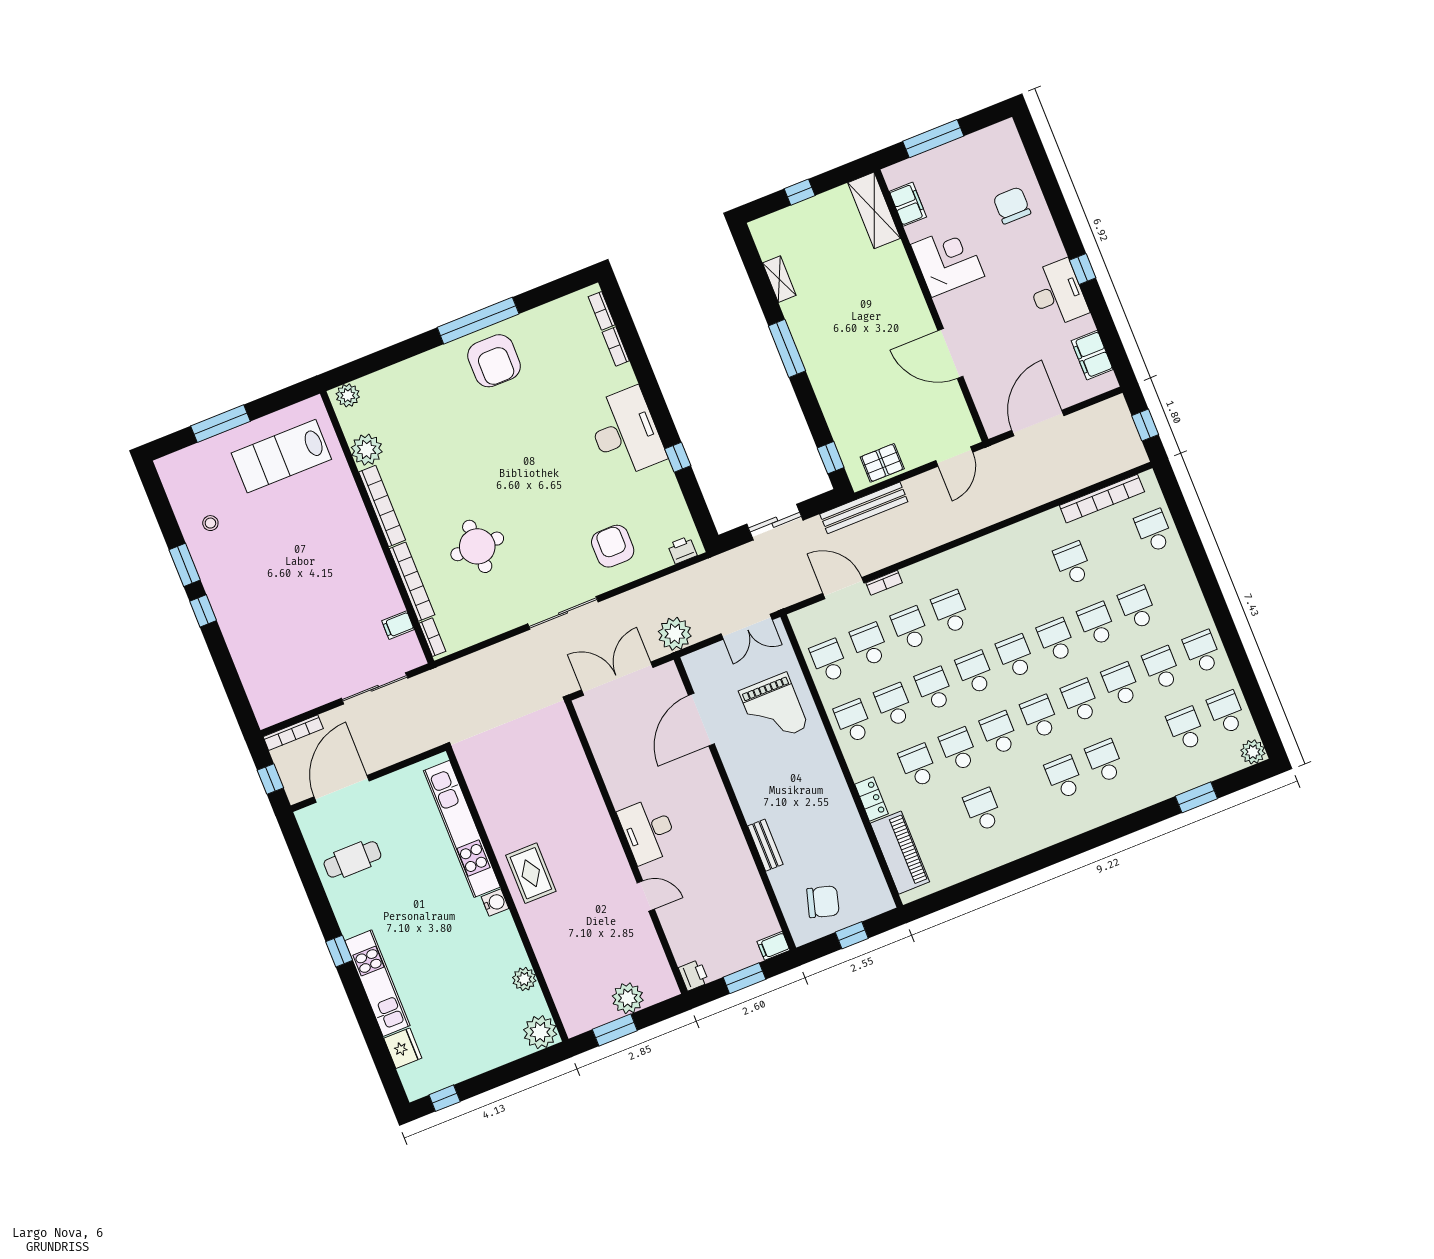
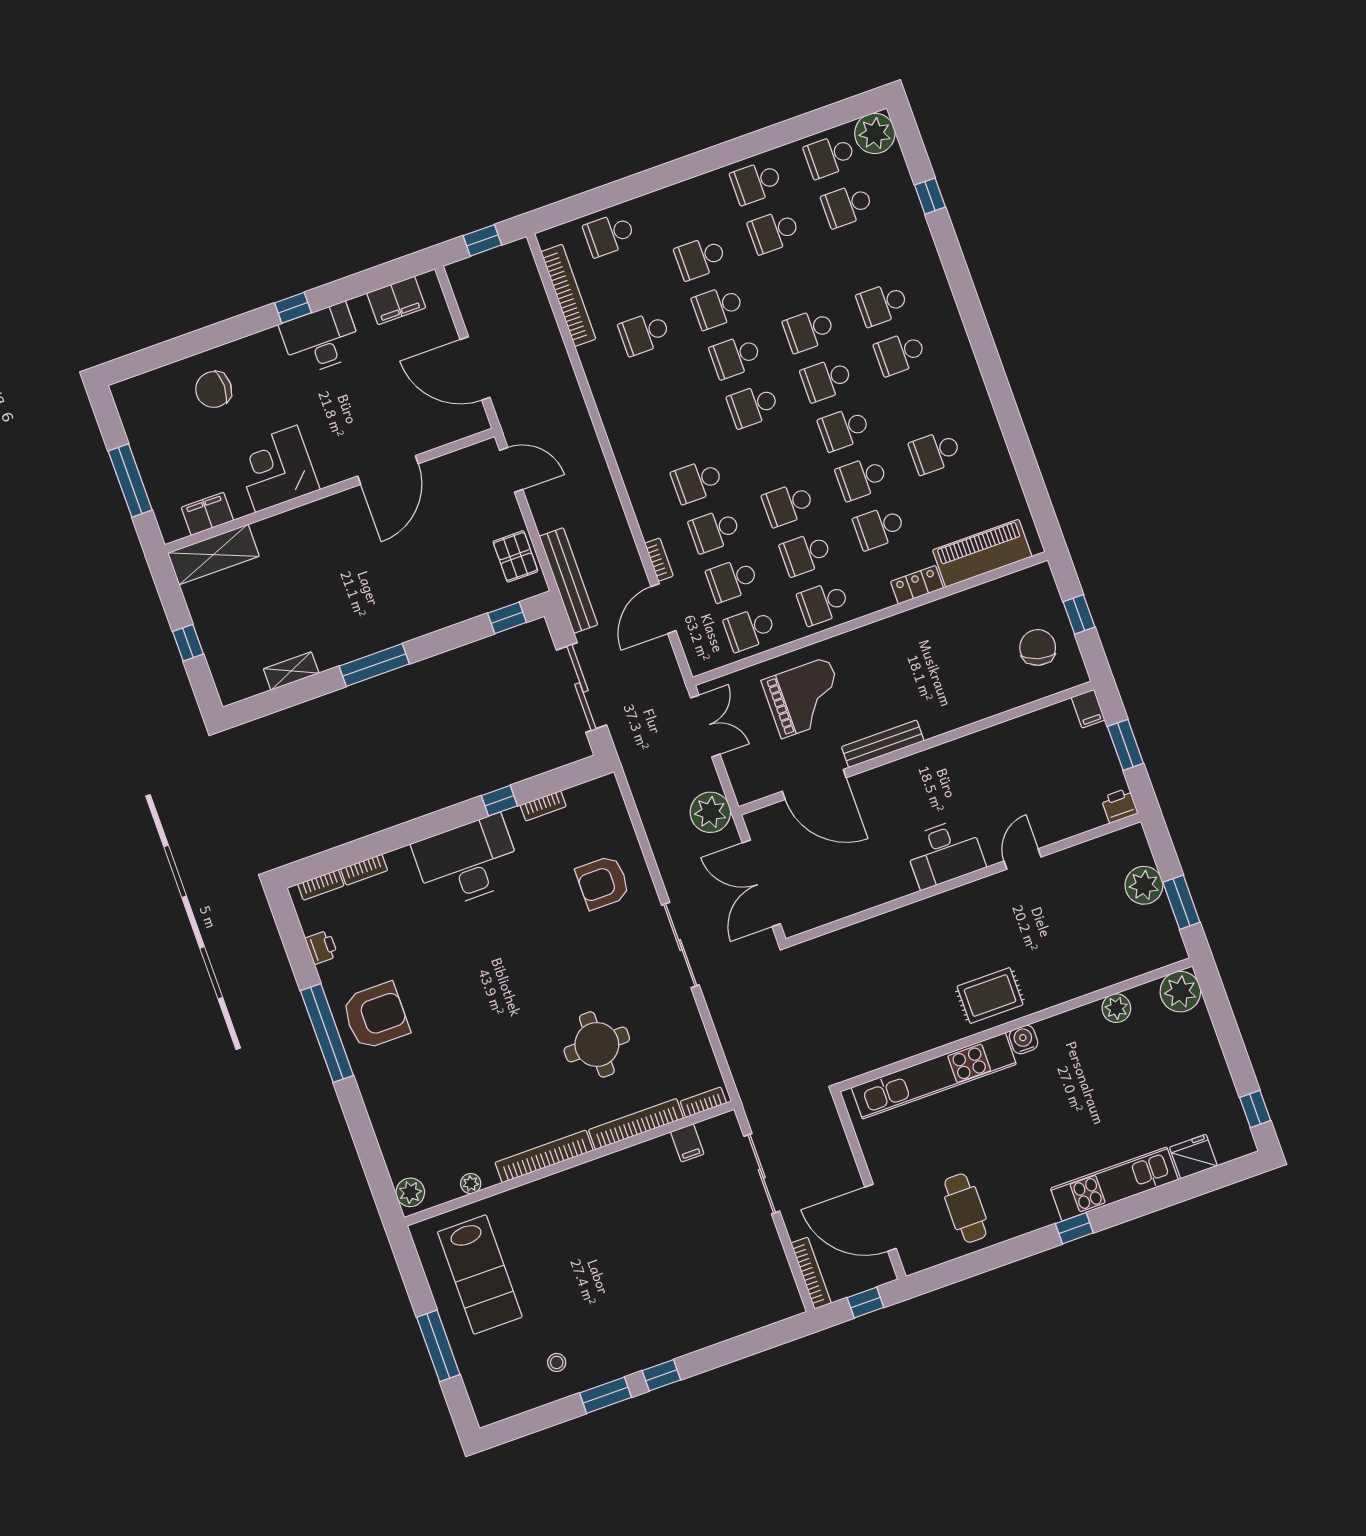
plant: (367, 450) -> (471, 1184), width x0.53, depth x0.53
bookcase: (675, 494) -> (543, 806), added
sliding door: (775, 522) -> (581, 688), width x1.37
printer: (682, 550) -> (321, 947), moved, turned 180
school desk: (975, 673) -> (771, 455), removed
school desk: (1121, 684) -> (791, 281), removed
plant: (1253, 752) -> (875, 133), width x1.36, depth x1.36
window: (1196, 797) -> (930, 196), width x0.67
bench: (765, 845) -> (883, 744), moved, width x1.36

